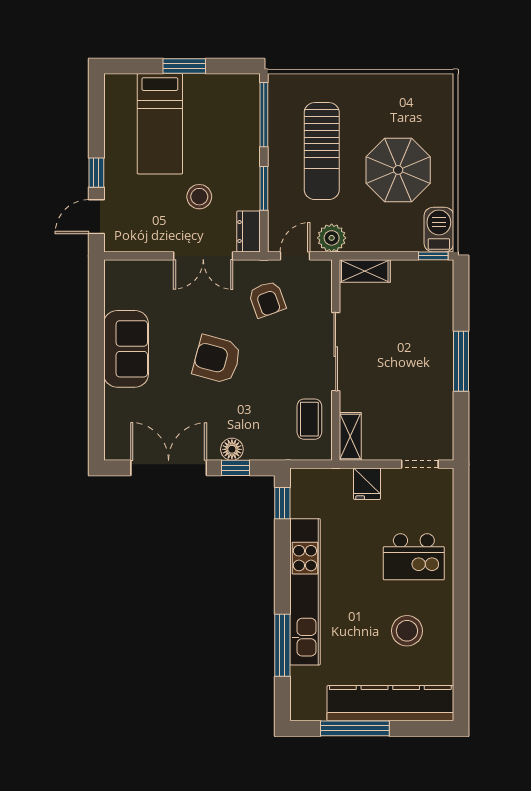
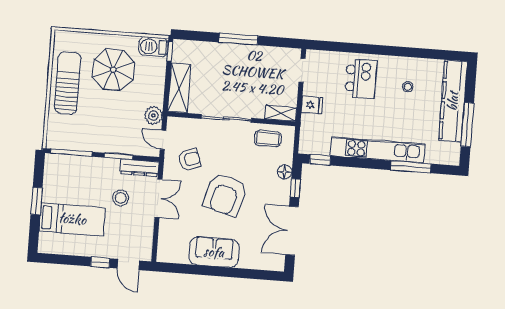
sun lounger: (322, 151) -> (68, 83), moved, turned -90
dresser: (249, 232) -> (139, 168), width x1.44
shelving: (365, 271) -> (179, 88), width x1.50, depth x1.33
armchair: (217, 359) -> (225, 195), width x1.36, depth x1.36
floor lamp: (232, 449) -> (285, 172), moved
stool: (407, 631) -> (408, 87), width x0.53, depth x0.53

